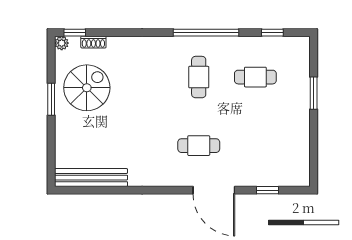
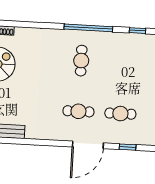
cafe table: (255, 77) -> (120, 114), moved
door: (214, 190) -> (88, 145), hinge flipped

